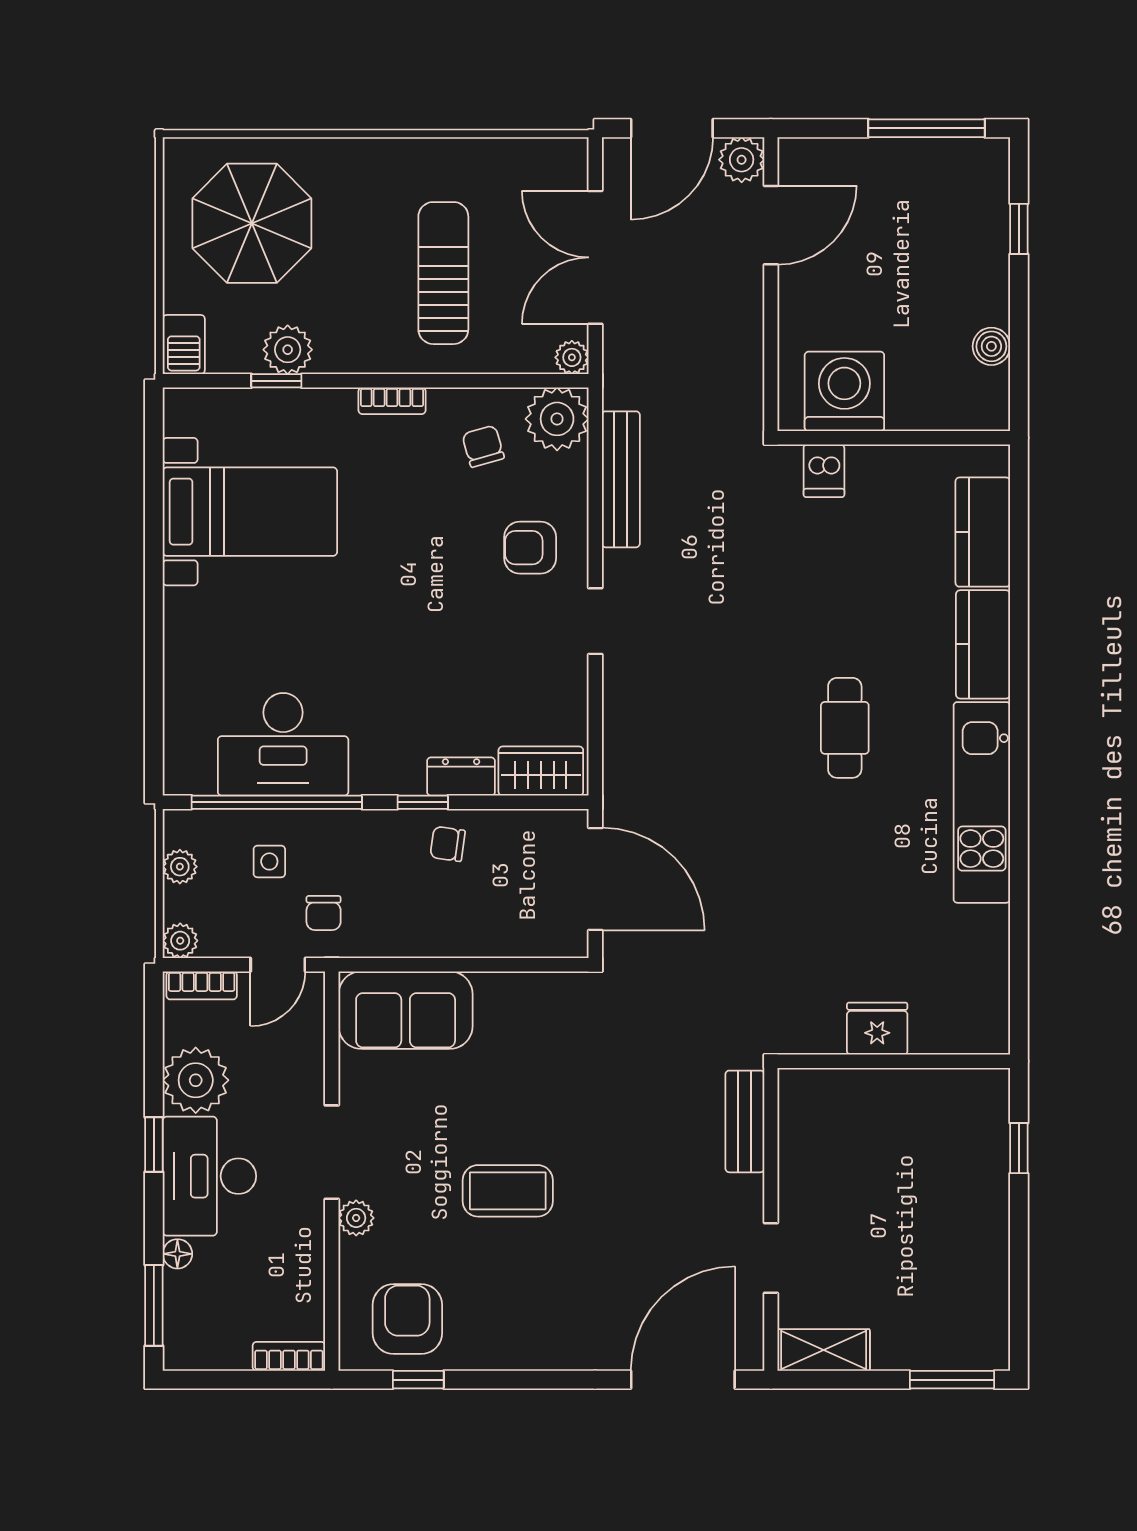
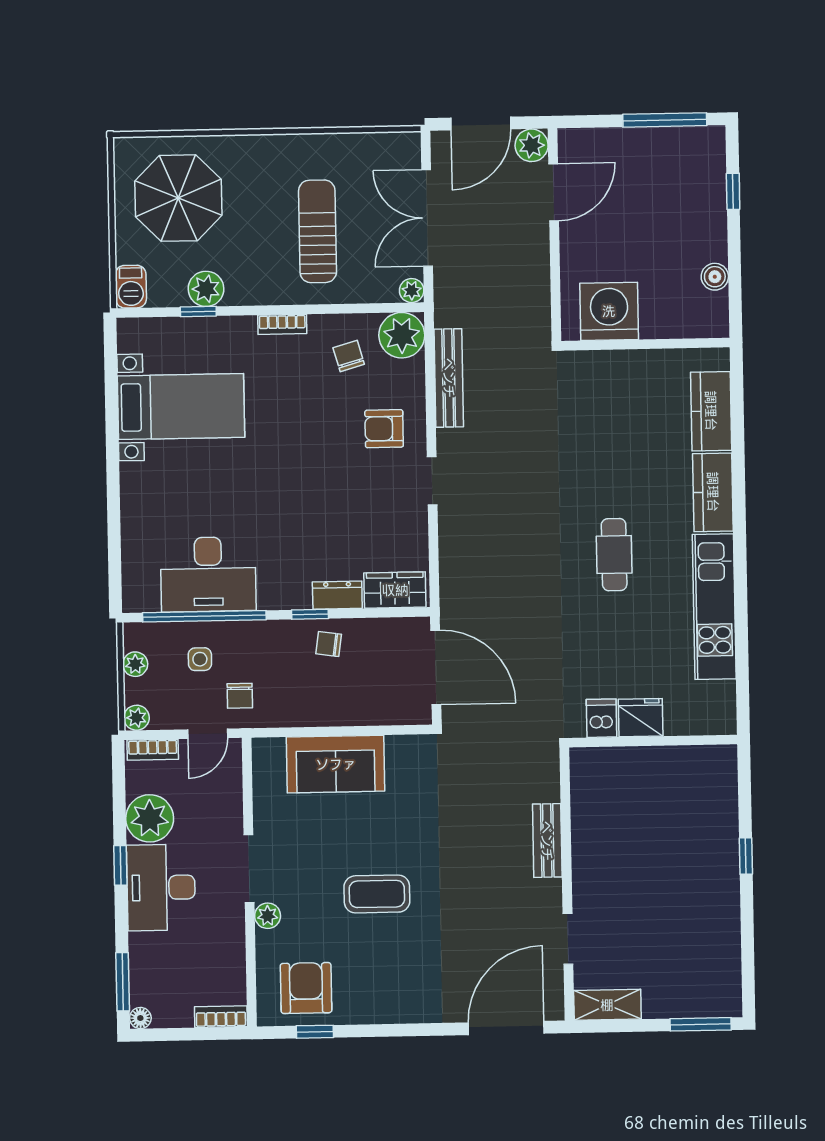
dishwasher: (824, 471) -> (601, 718), moved, turned 180
sofa: (406, 1010) -> (336, 764), moved
fridge: (877, 1029) -> (641, 718), moved
wall: (894, 1061) -> (653, 741), moved
floor lamp: (177, 1254) -> (140, 1018), moved

